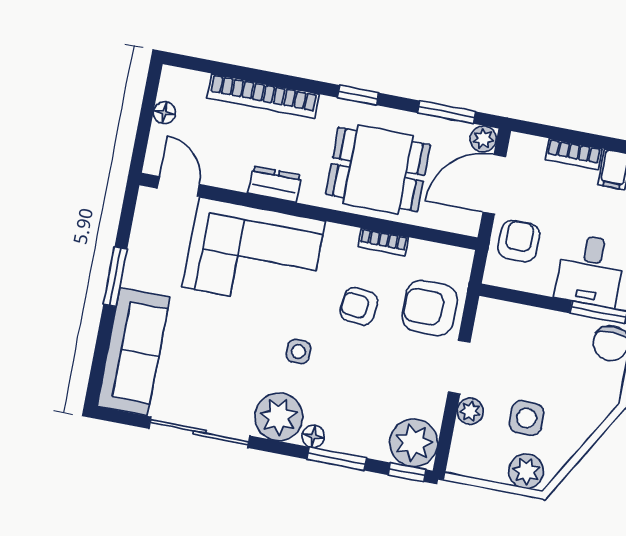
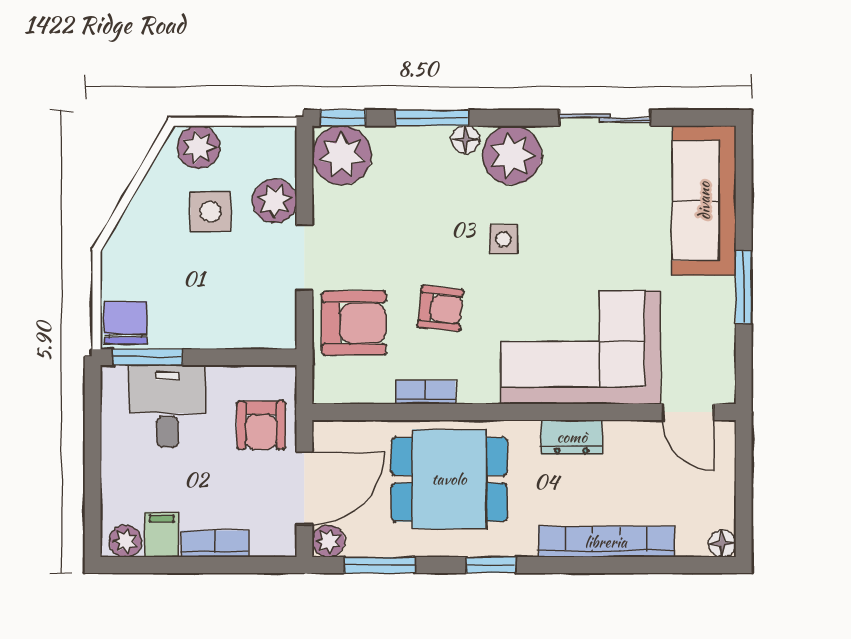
floor lamp: (164, 113) -> (722, 544), moved
plant: (470, 411) -> (274, 201), width x1.38, depth x1.38
sliding door: (199, 432) -> (605, 118), width x0.73

